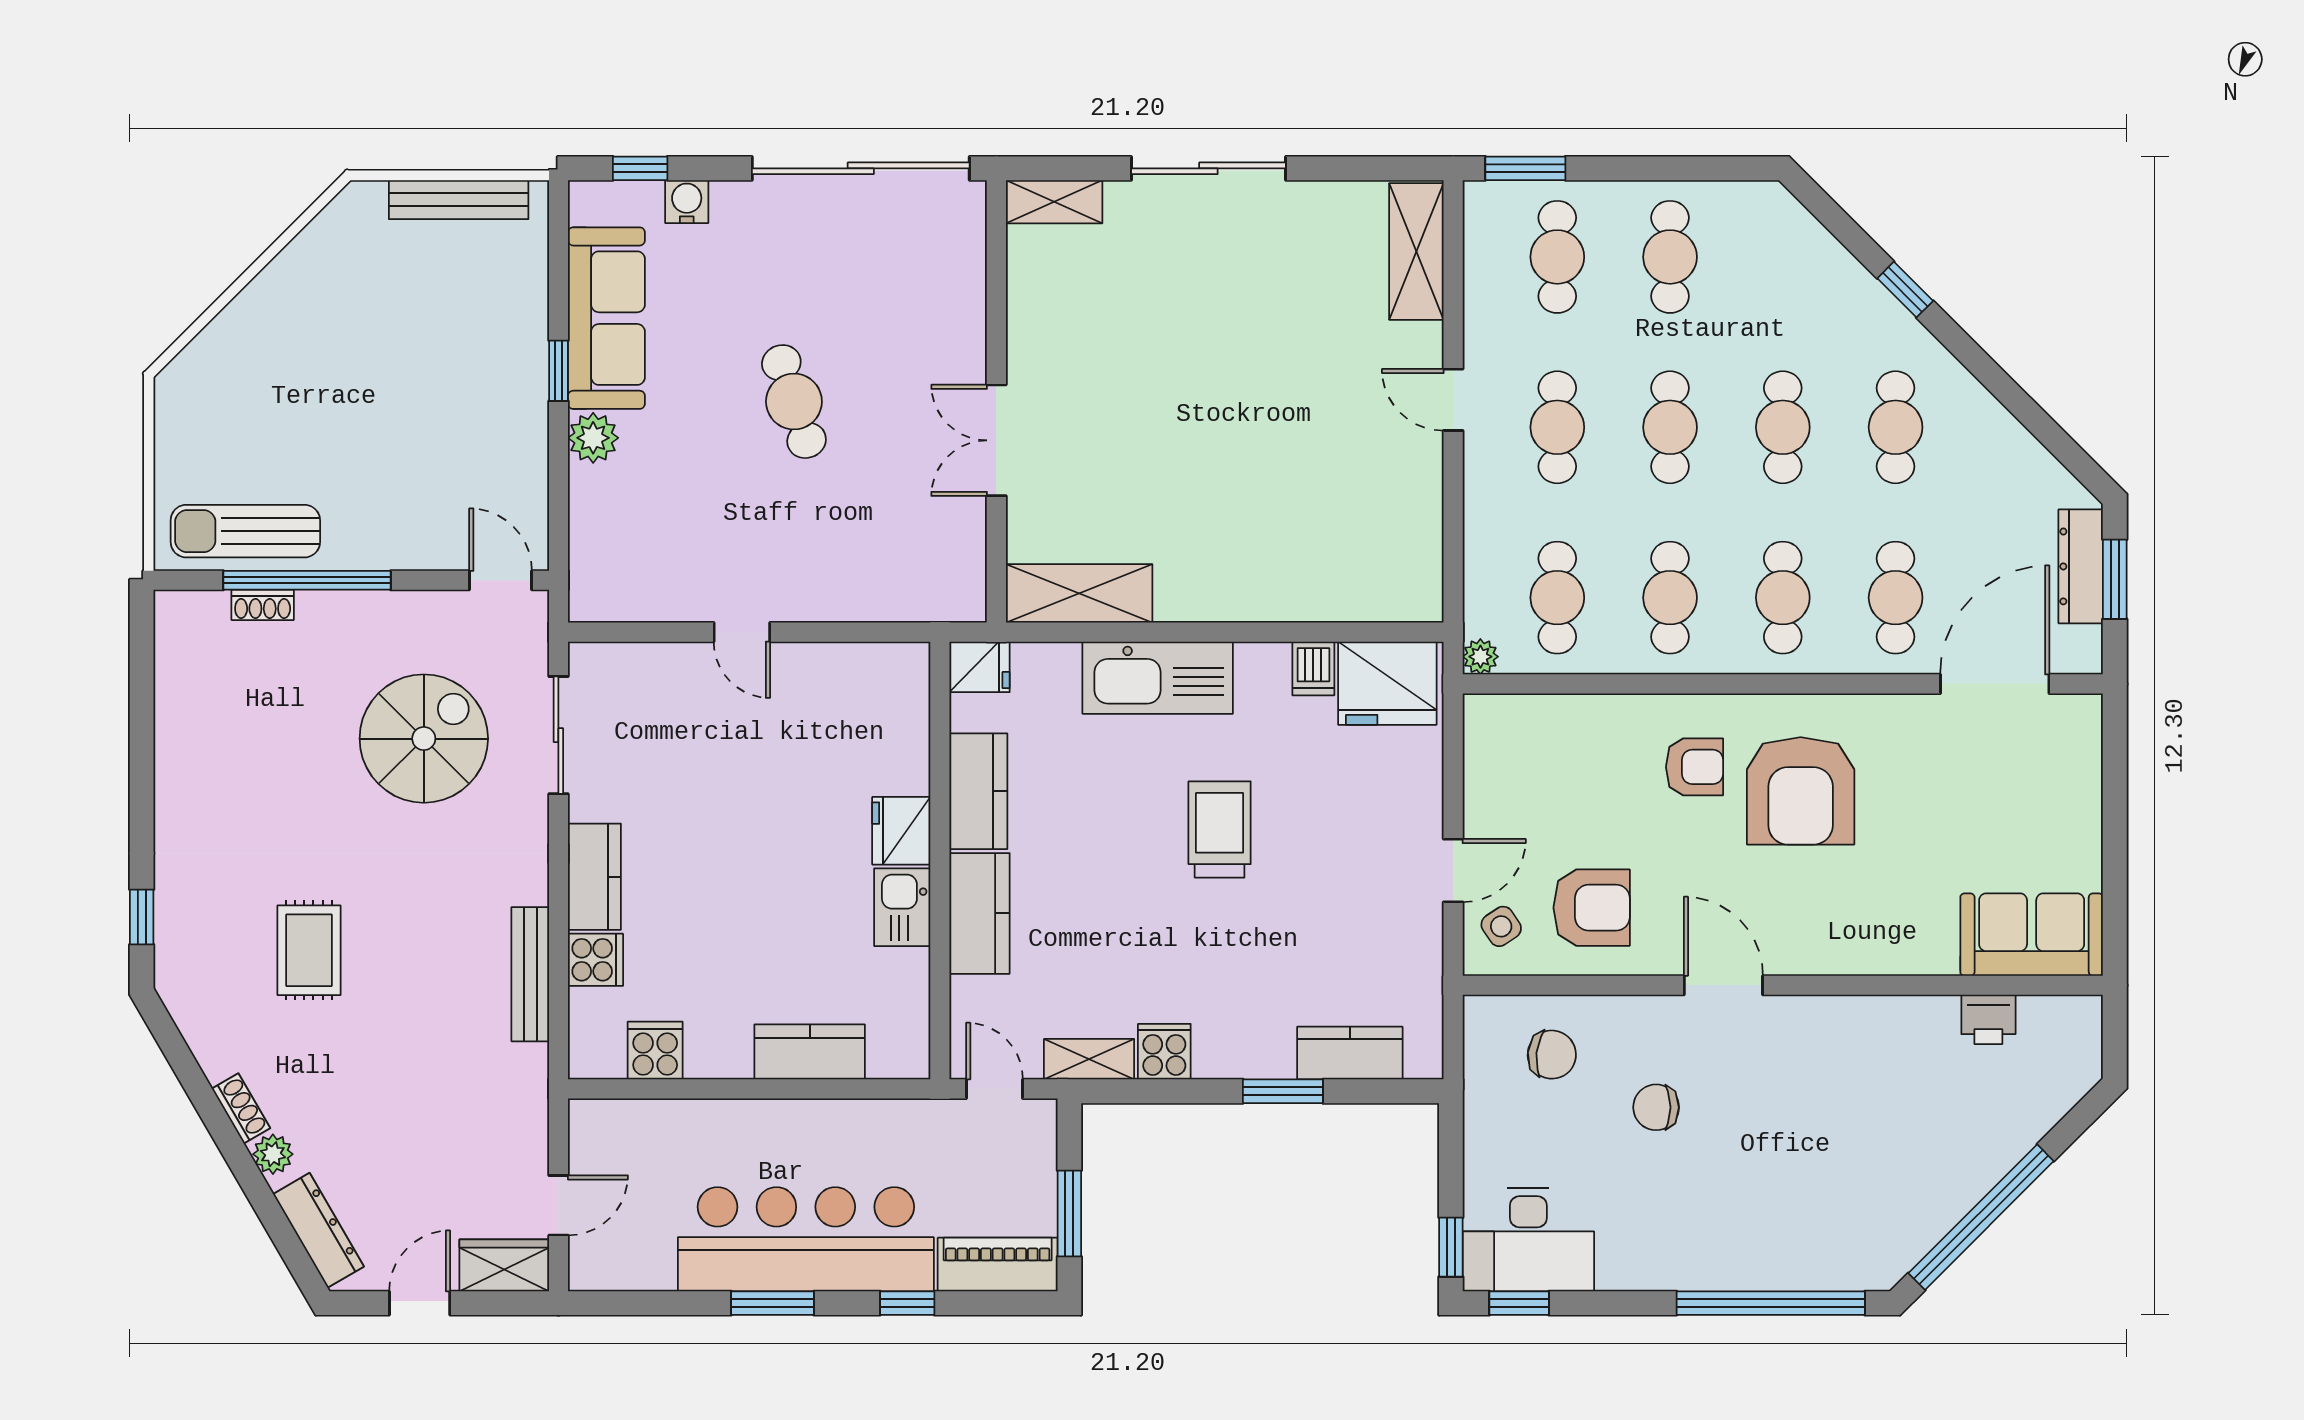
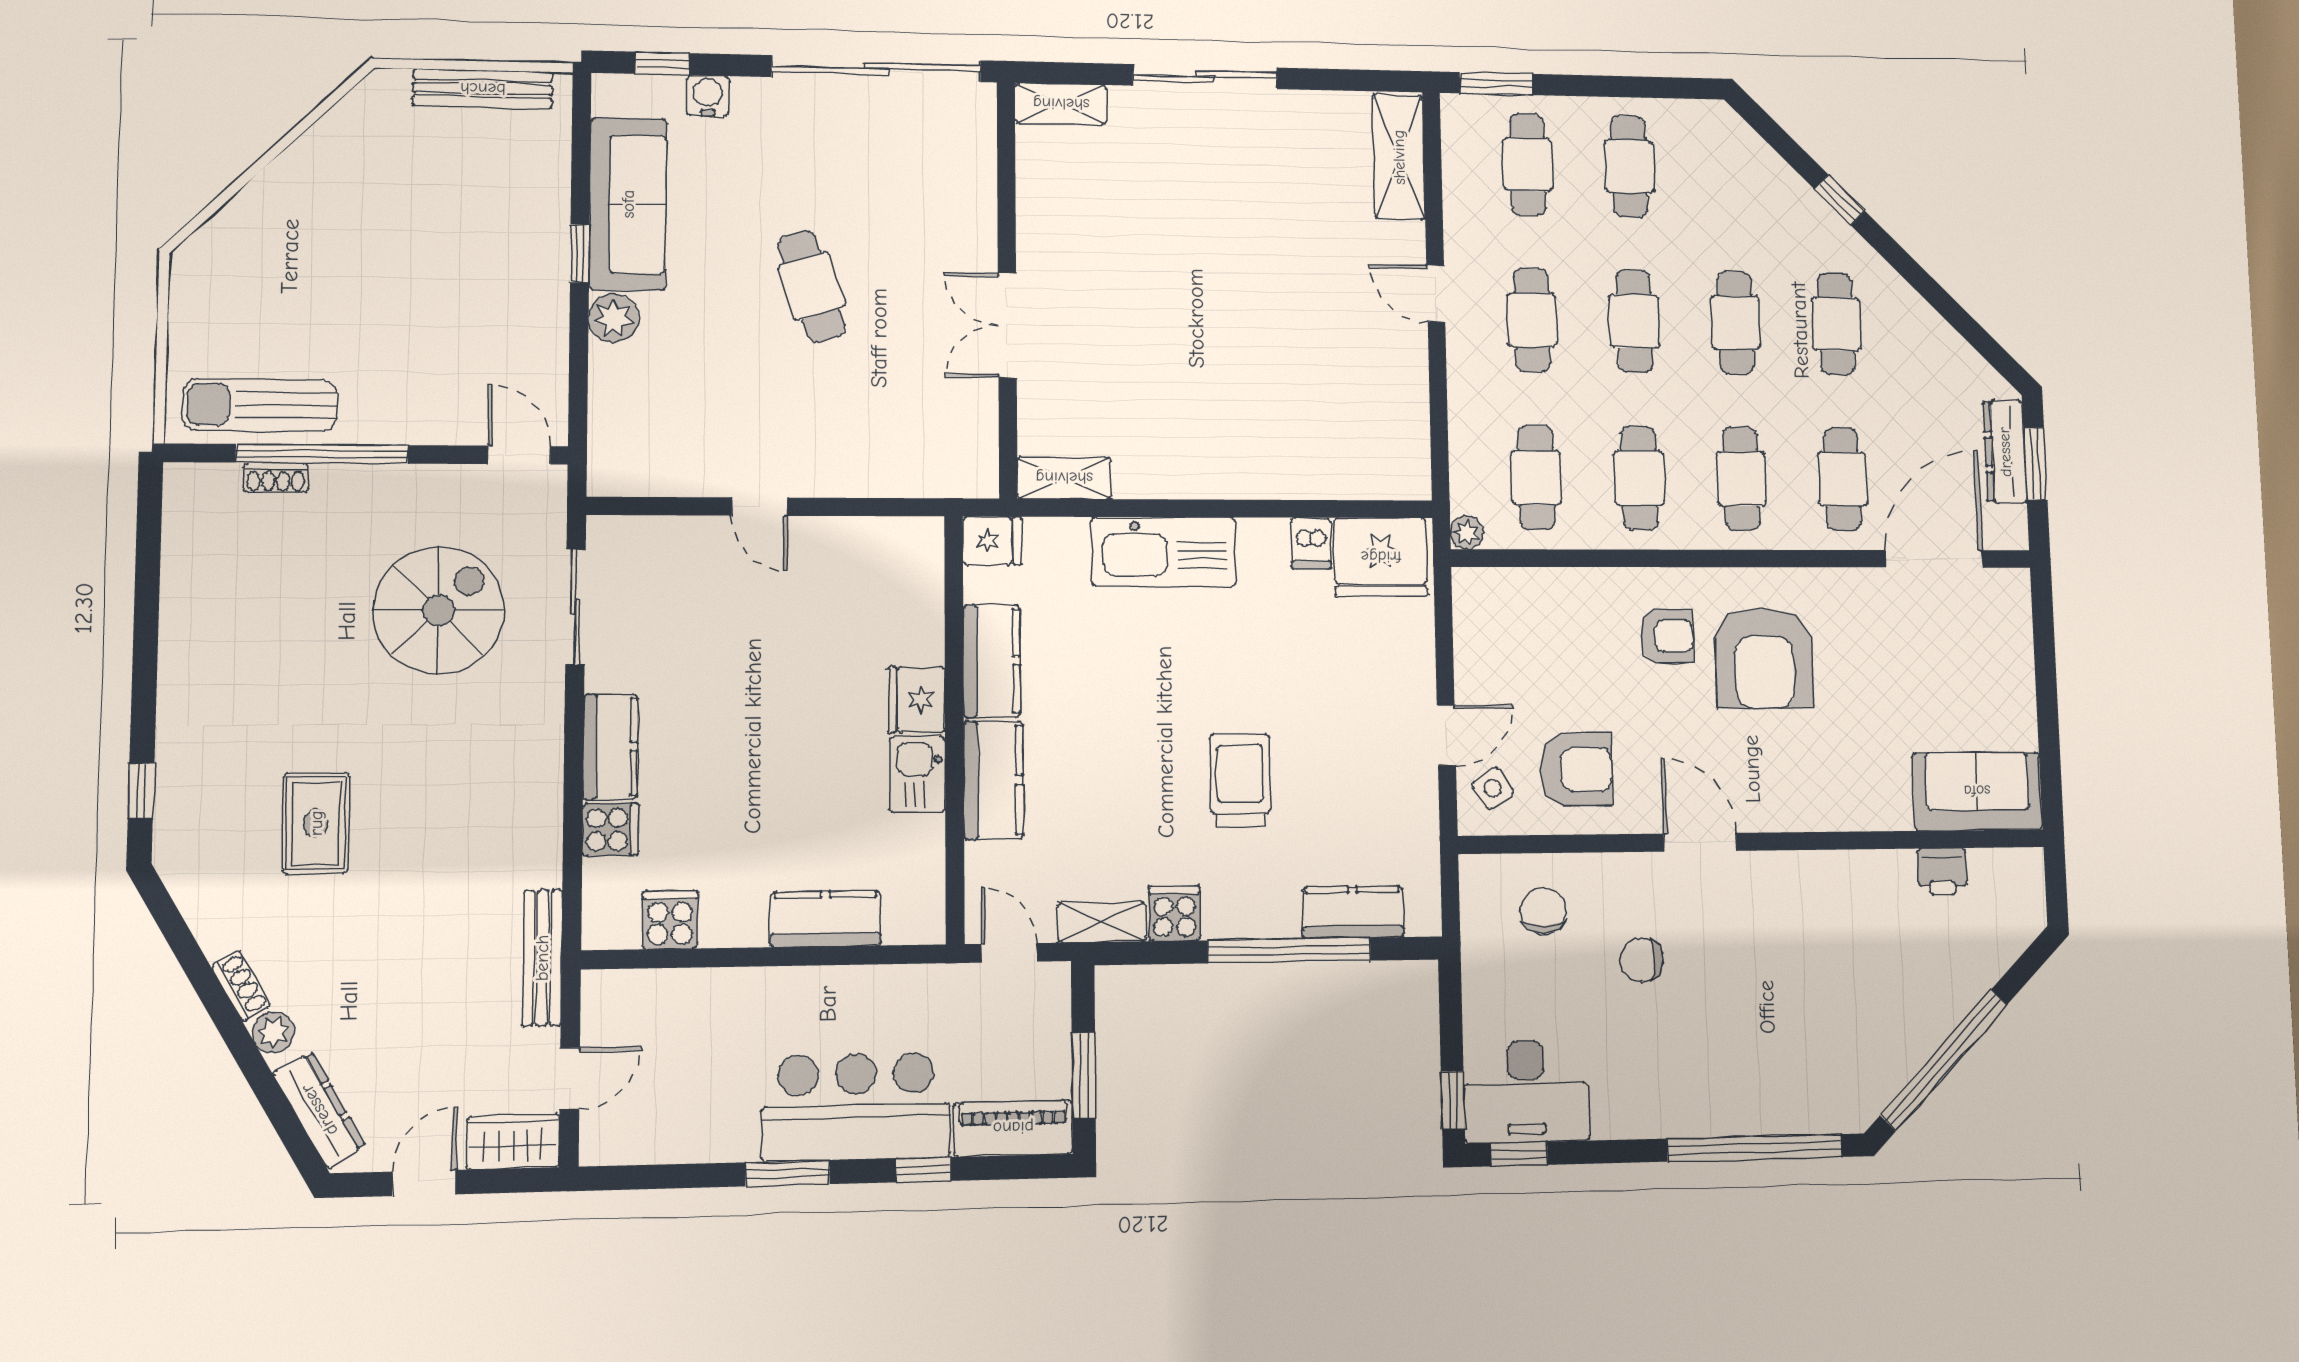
shelving: (1079, 593) -> (1064, 478), width x0.67, depth x0.75
trolley: (1220, 830) -> (1240, 780), moved
bench: (530, 974) -> (542, 958), moved
chair: (1552, 1055) -> (1543, 911), turned -96
window: (1283, 1091) -> (1289, 951), width x2.11
bar counter: (806, 1239) -> (856, 1107), width x0.73

